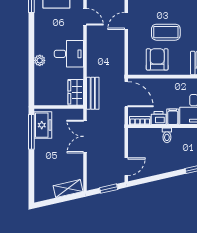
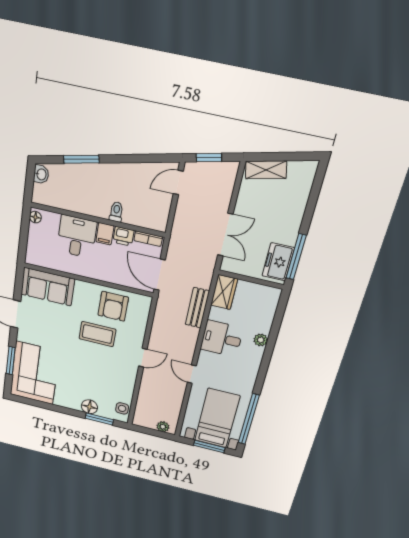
bench: (93, 93) -> (197, 308), moved

